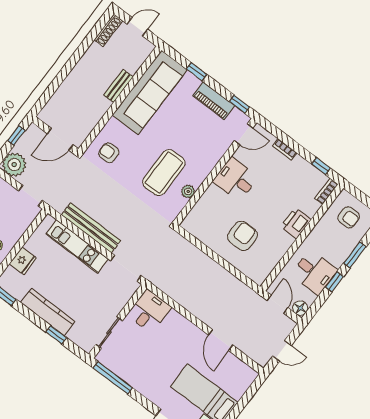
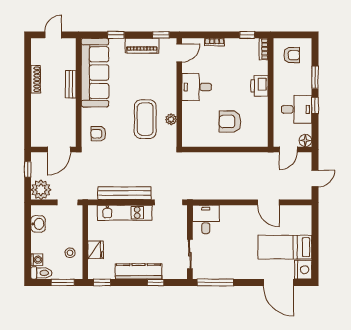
shoe rack: (108, 30) -> (36, 79), moved
armchair: (242, 236) -> (230, 121), turned -90
door: (277, 304) -> (288, 149), swing flipped

